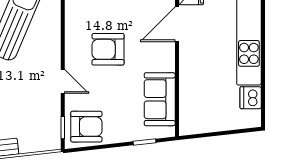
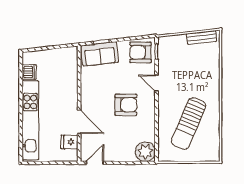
door: (177, 24) -> (79, 122), hinge flipped
sofa: (160, 99) -> (100, 54), moved, turned 84

